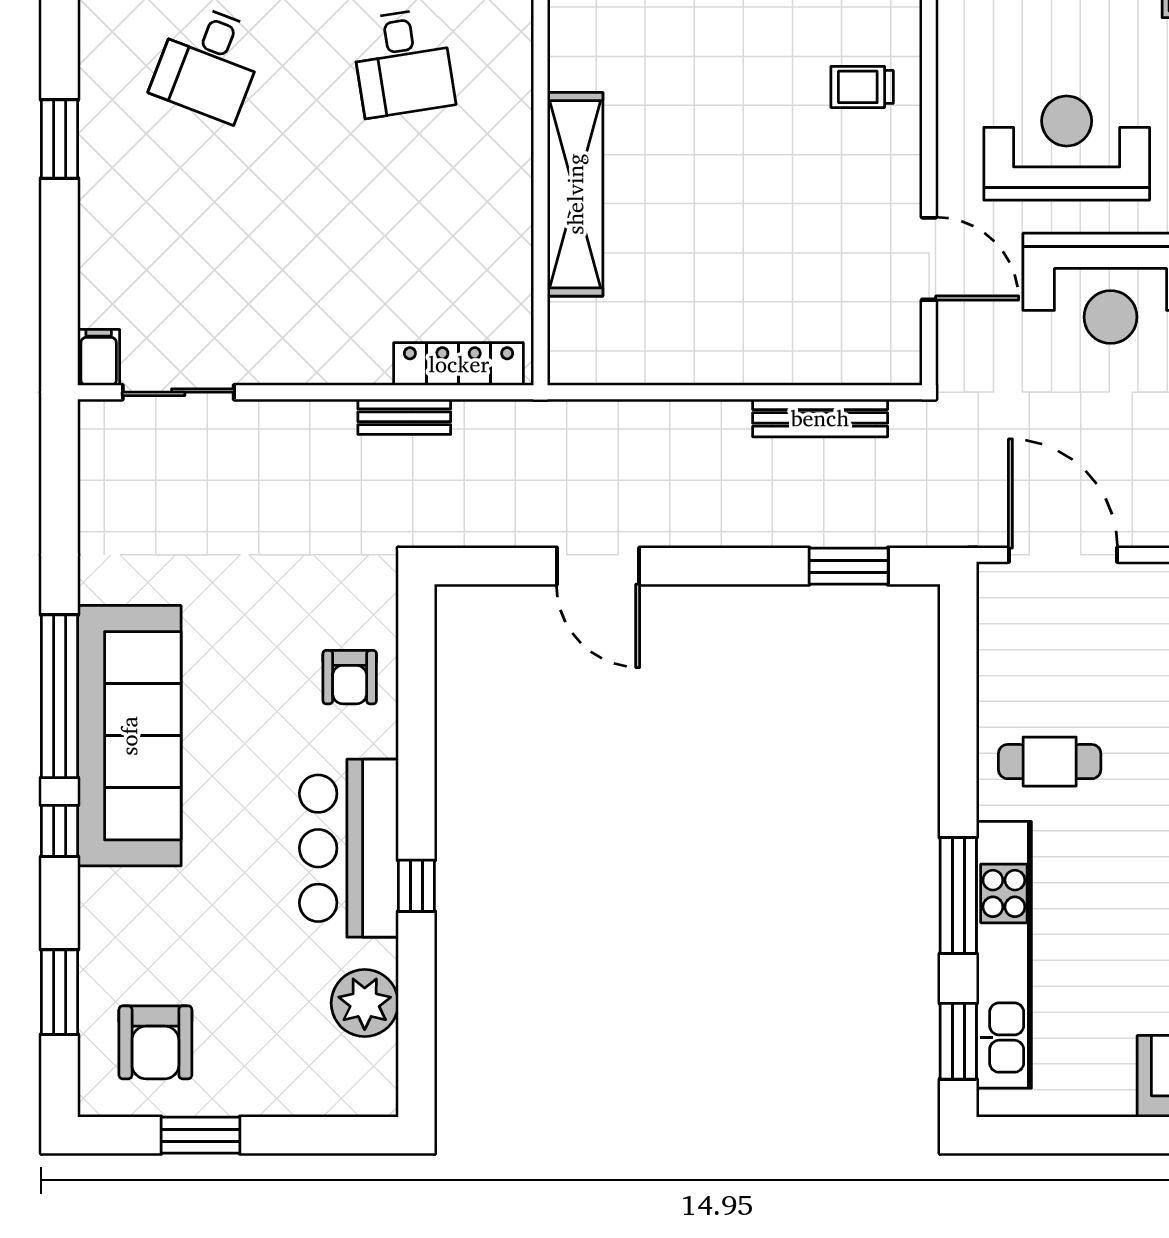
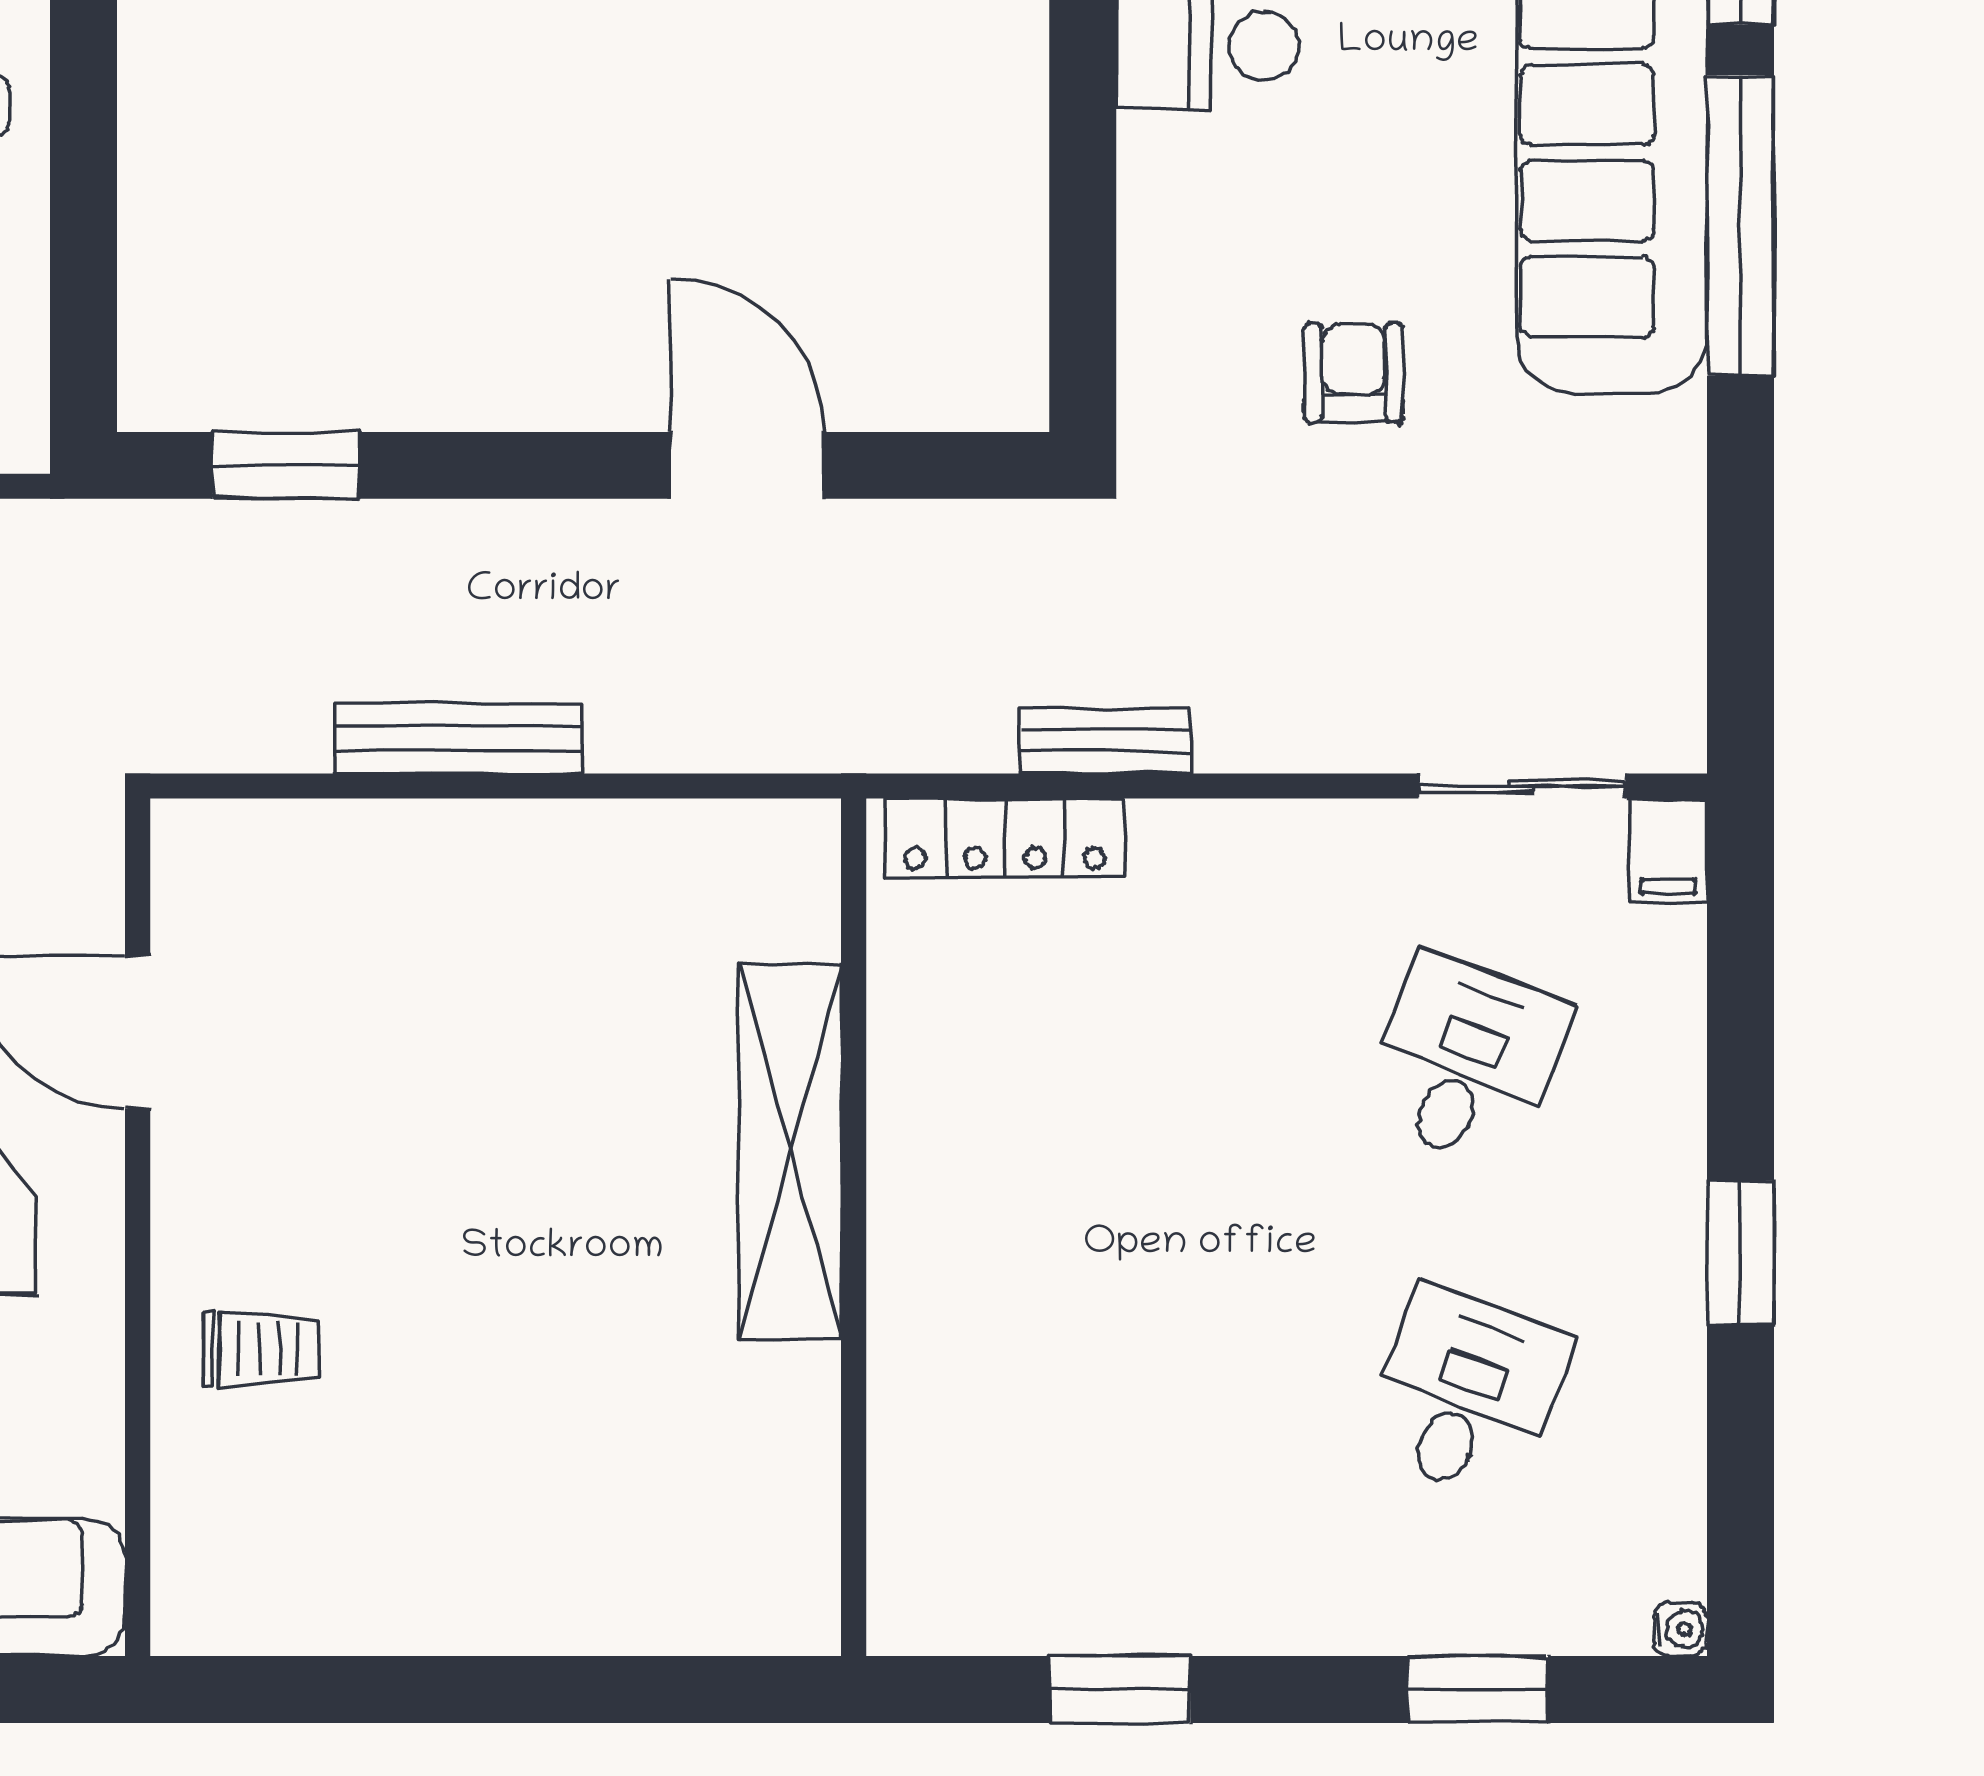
desk: (403, 63) -> (1466, 1061), moved, turned 30
bench: (820, 418) -> (459, 739), moved
armchair: (350, 677) -> (1354, 373), moved

